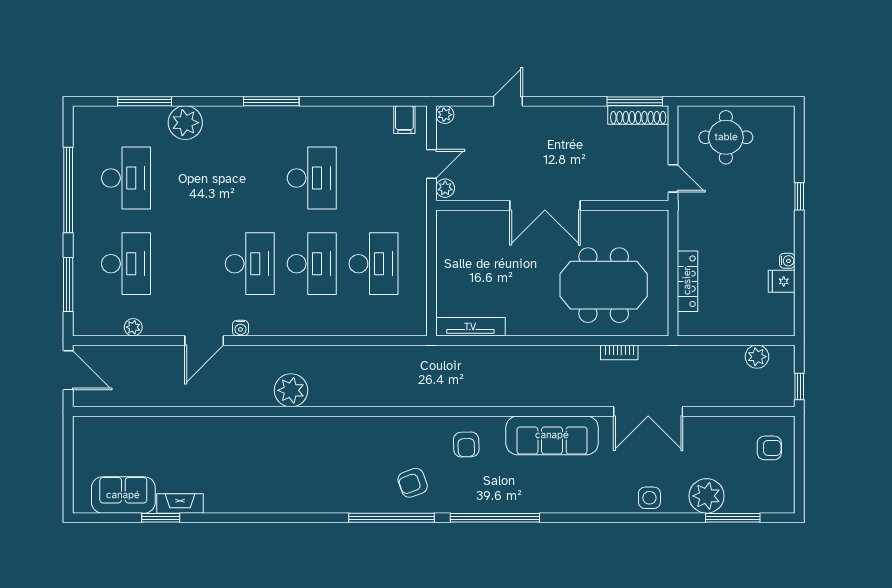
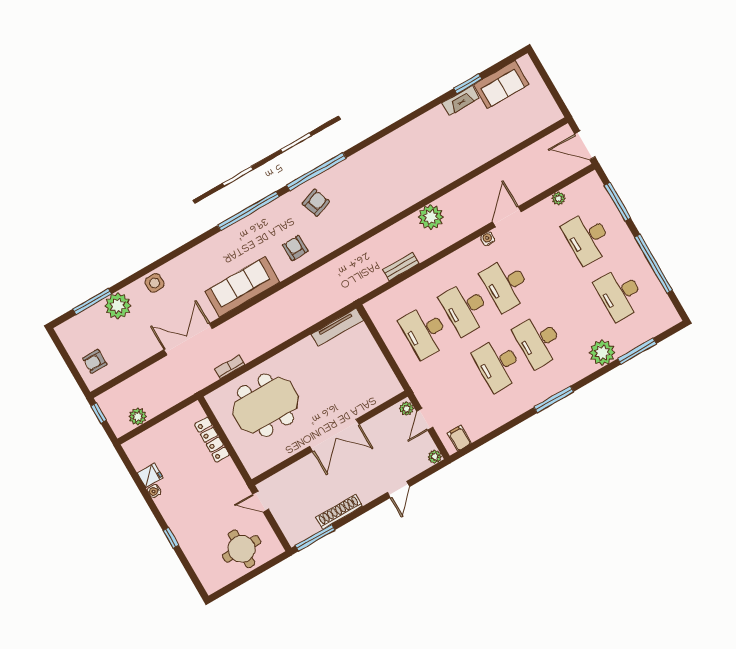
shoe rack: (638, 115) -> (339, 512), moved
desk: (250, 178) -> (539, 341), added
double door: (545, 205) -> (334, 435), swing flipped
bench: (358, 354) -> (401, 267), added

